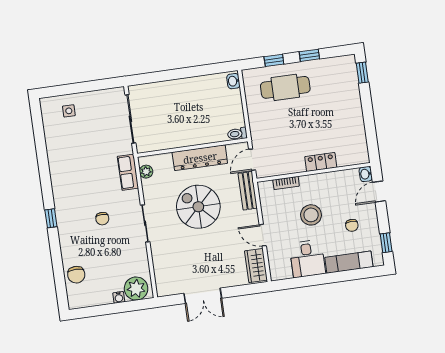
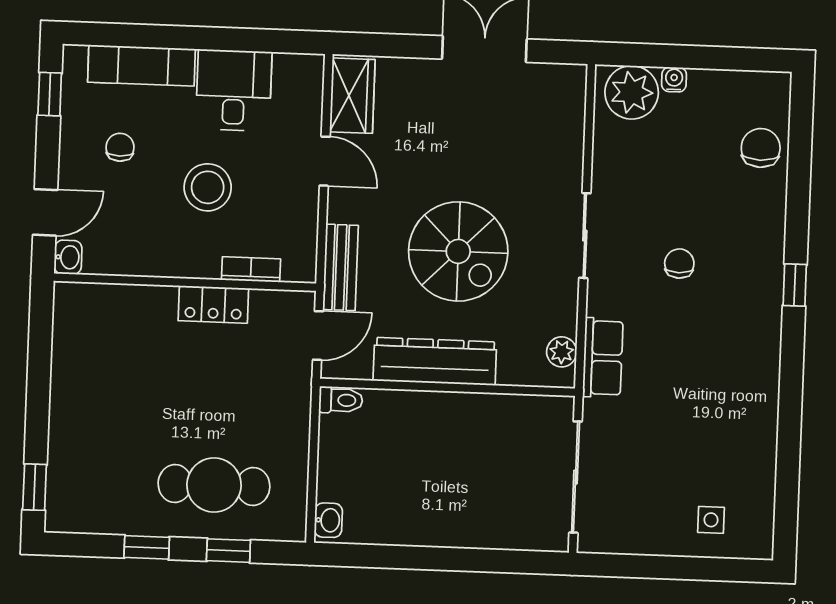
locker: (321, 162) -> (213, 305), moved

